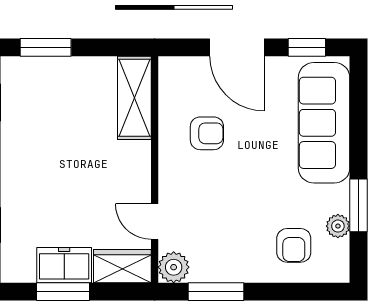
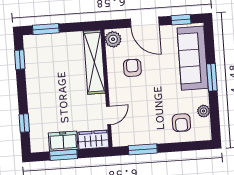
shelving: (134, 98) -> (94, 62), width x1.47
armchair: (207, 133) -> (132, 68), turned -90
window: (358, 205) -> (212, 77), moved
door: (155, 222) -> (108, 115), swing flipped
plant: (174, 267) -> (113, 39), moved

